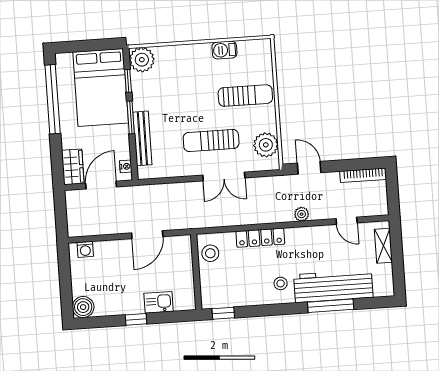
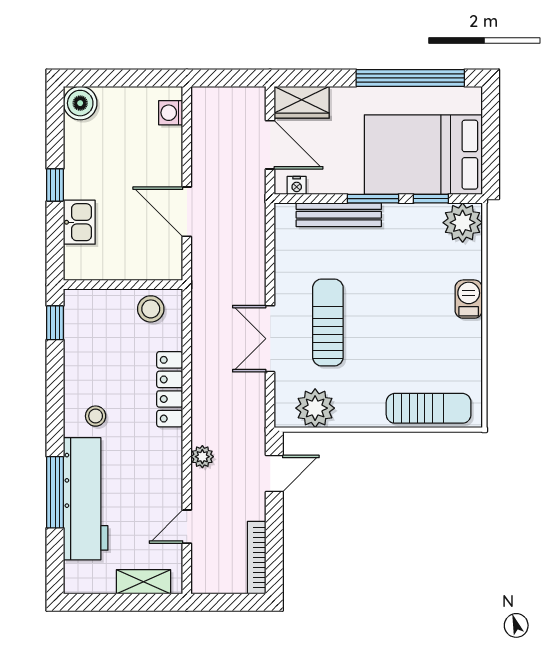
barbecue: (224, 50) -> (469, 299), moved
sun lounger: (245, 96) -> (429, 408), moved, turned -90

